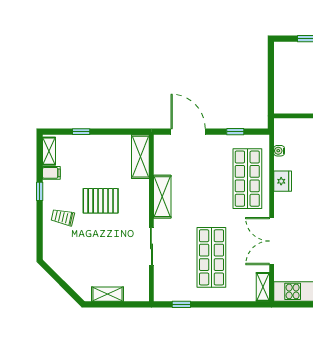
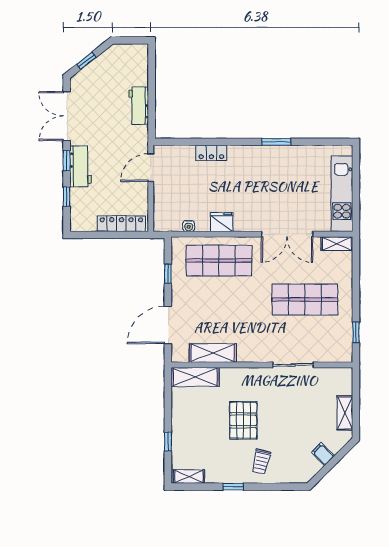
locker: (281, 89) -> (121, 224), added
filing cabinet: (51, 173) -> (323, 454), moved, turned -45
shelving: (162, 197) -> (213, 353), moved

